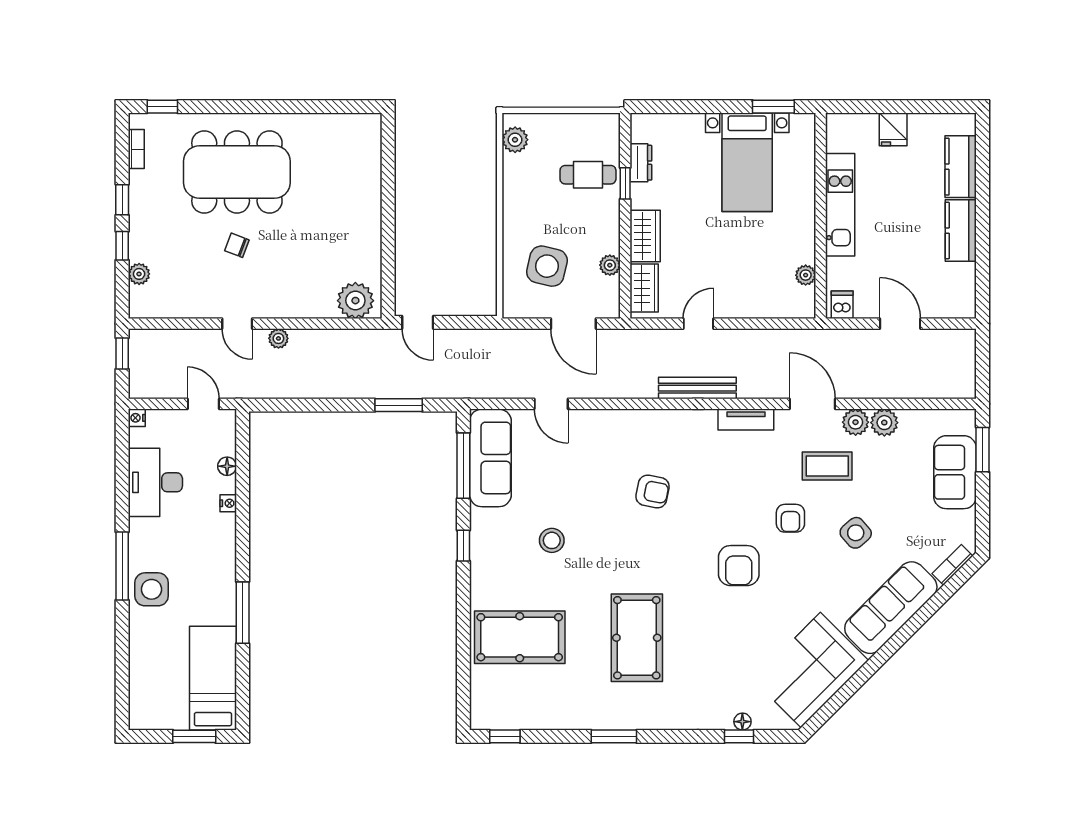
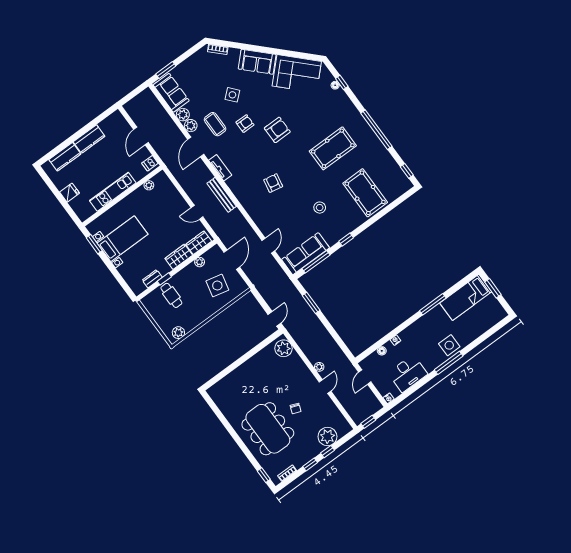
plant: (139, 274) -> (327, 437), width x1.87, depth x1.87
sofa: (955, 472) -> (171, 93), moved, turned -90
sofa: (891, 608) -> (257, 62), width x0.73
window: (614, 736) -> (376, 130), width x2.11

